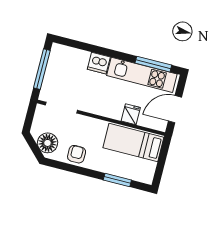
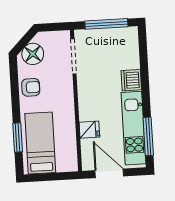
bed: (133, 142) -> (40, 143), moved

